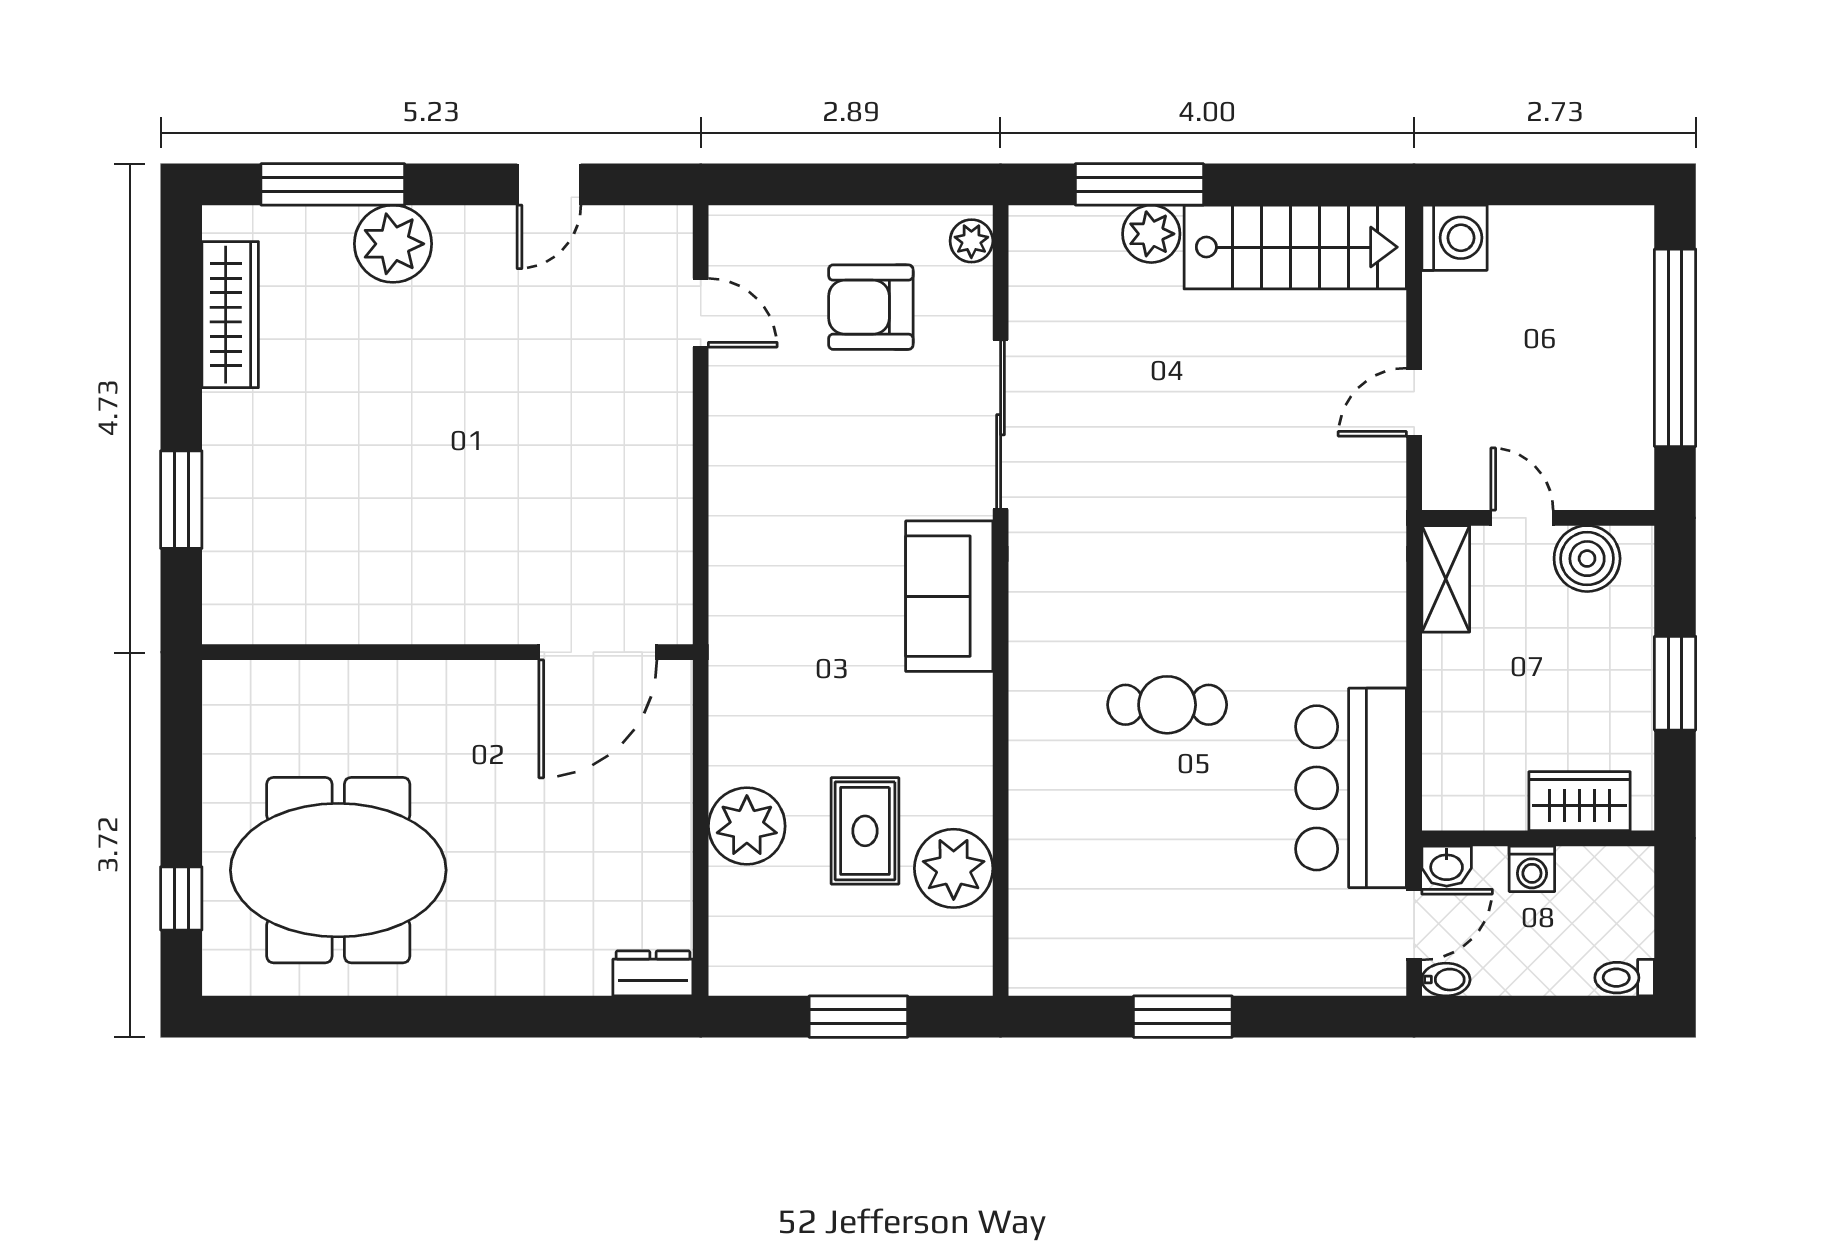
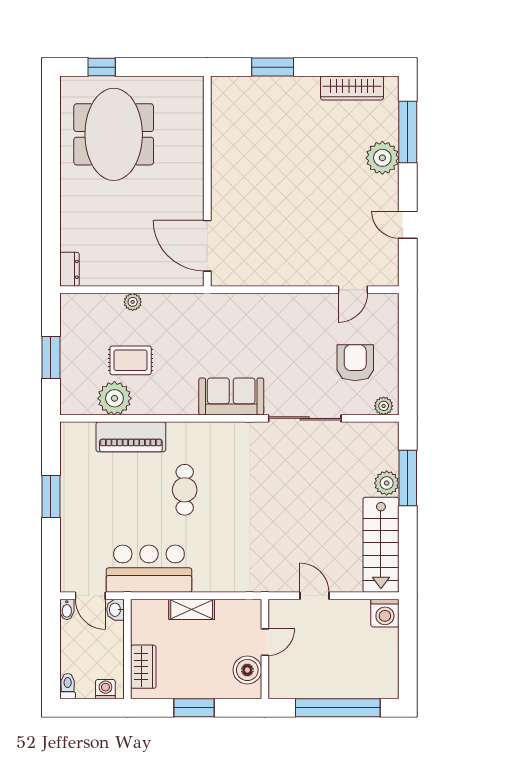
shelving: (1446, 579) -> (192, 609), moved
plant: (747, 826) -> (133, 302), width x0.53, depth x0.53
piano: (1043, 830) -> (131, 437), added
washing machine: (1532, 869) -> (105, 689), moved, turned 90

